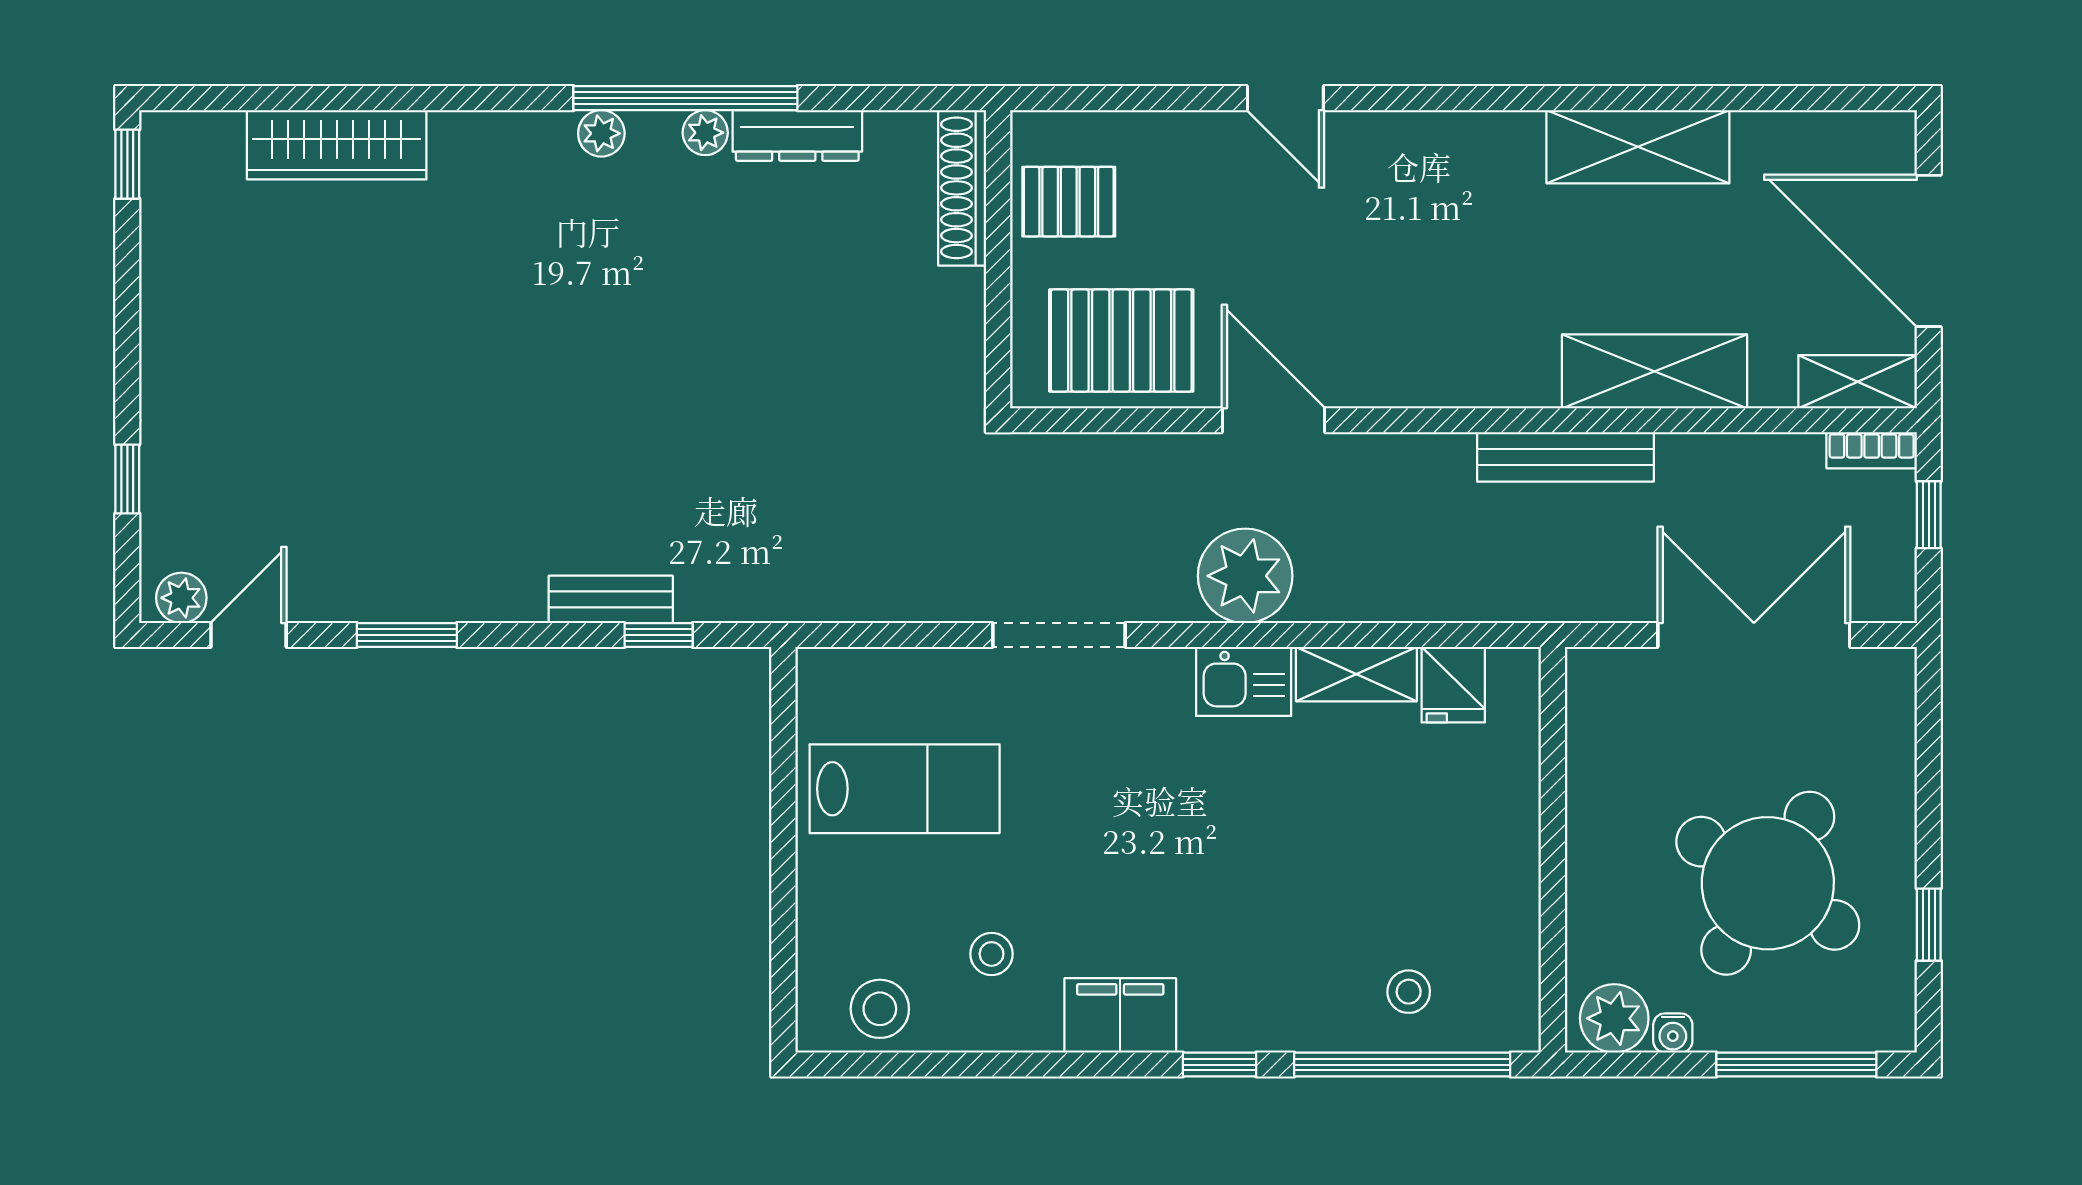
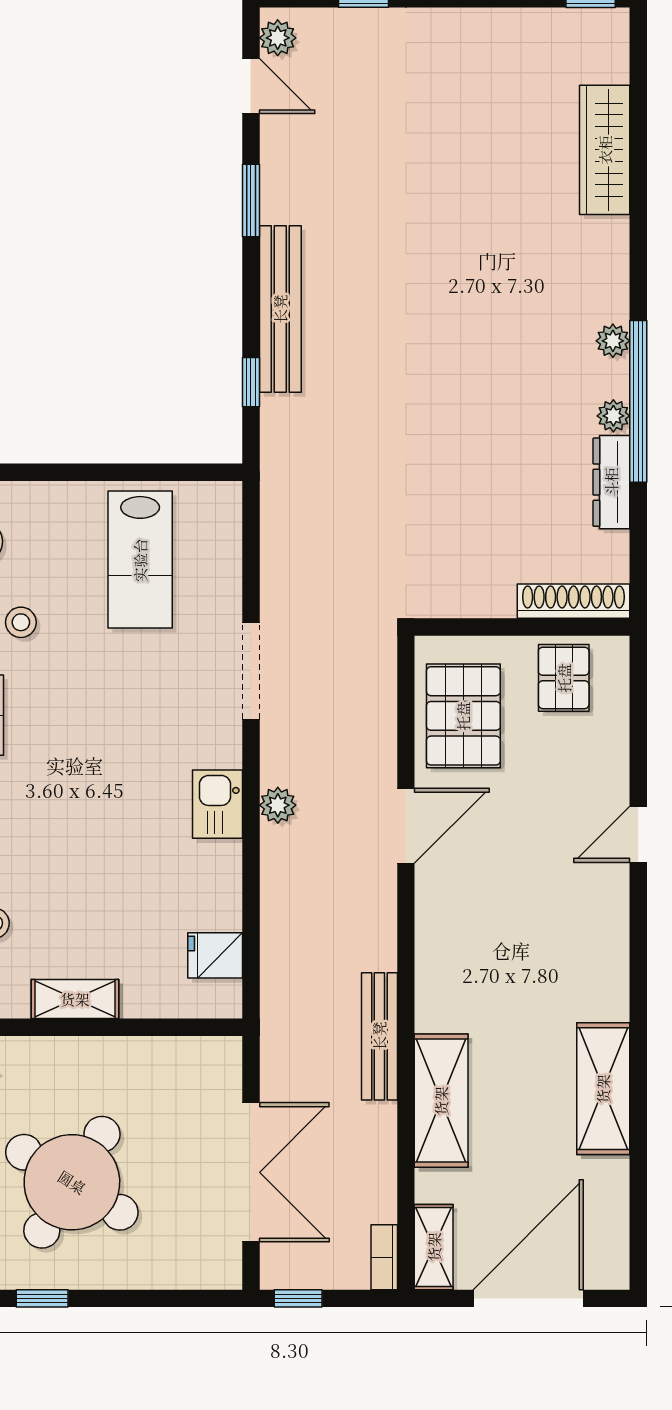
window: (1929, 515) -> (298, 1298), moved
plant: (1245, 576) -> (278, 805), width x0.53, depth x0.53
bench: (611, 599) -> (280, 309), width x1.86, depth x1.21
shelving: (1356, 674) -> (75, 999), moved, turned 90

